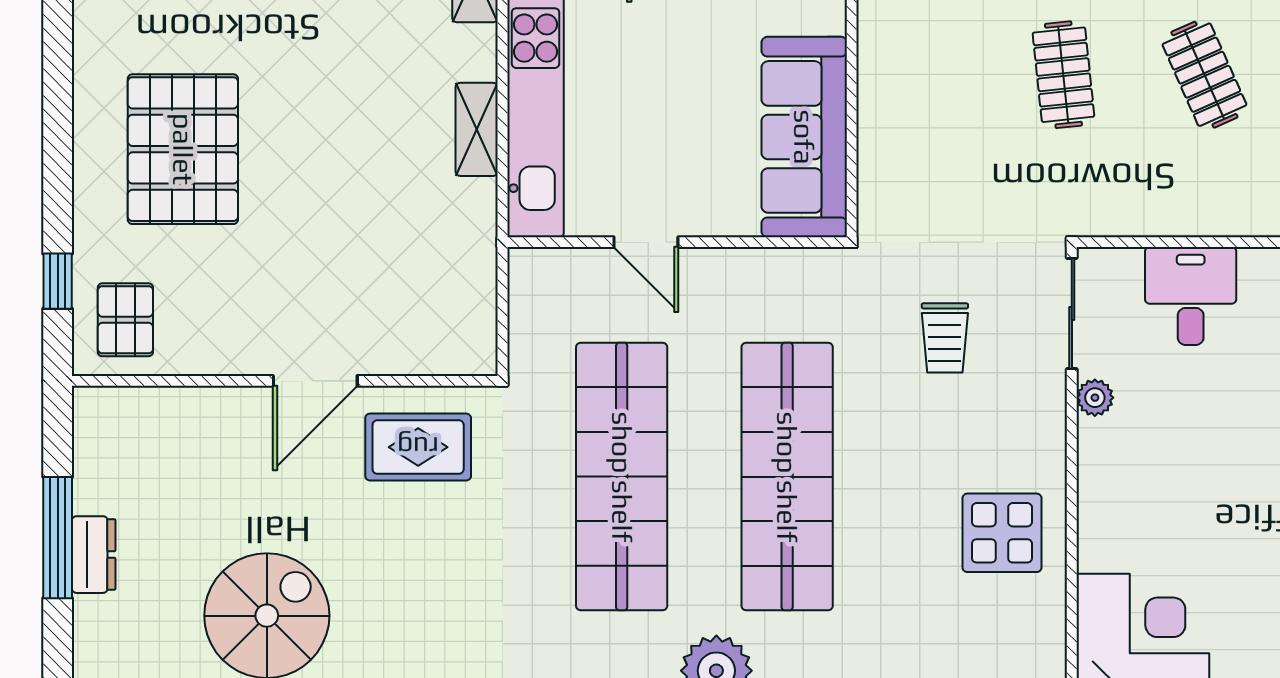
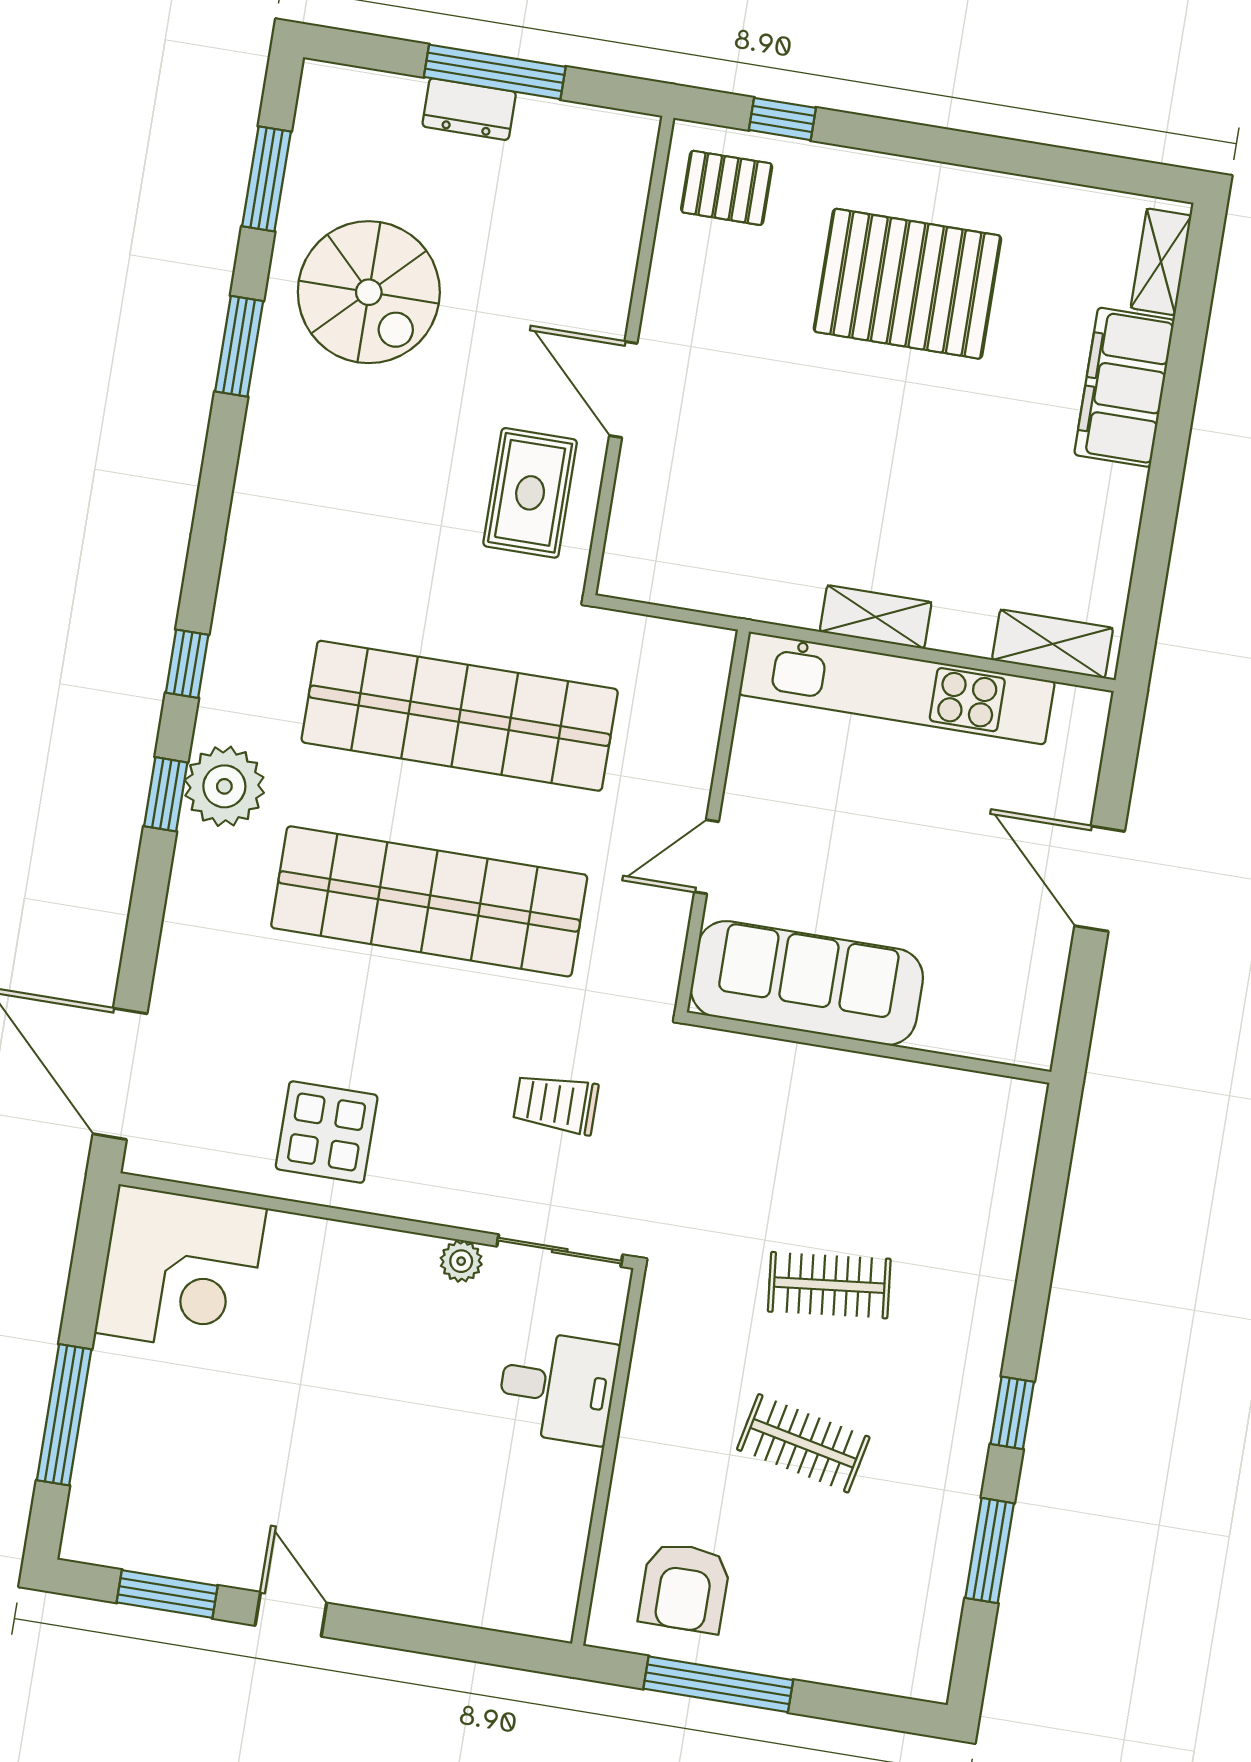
clothes rail: (1204, 75) -> (803, 1443), turned 36
door: (646, 242) -> (707, 857), moved

